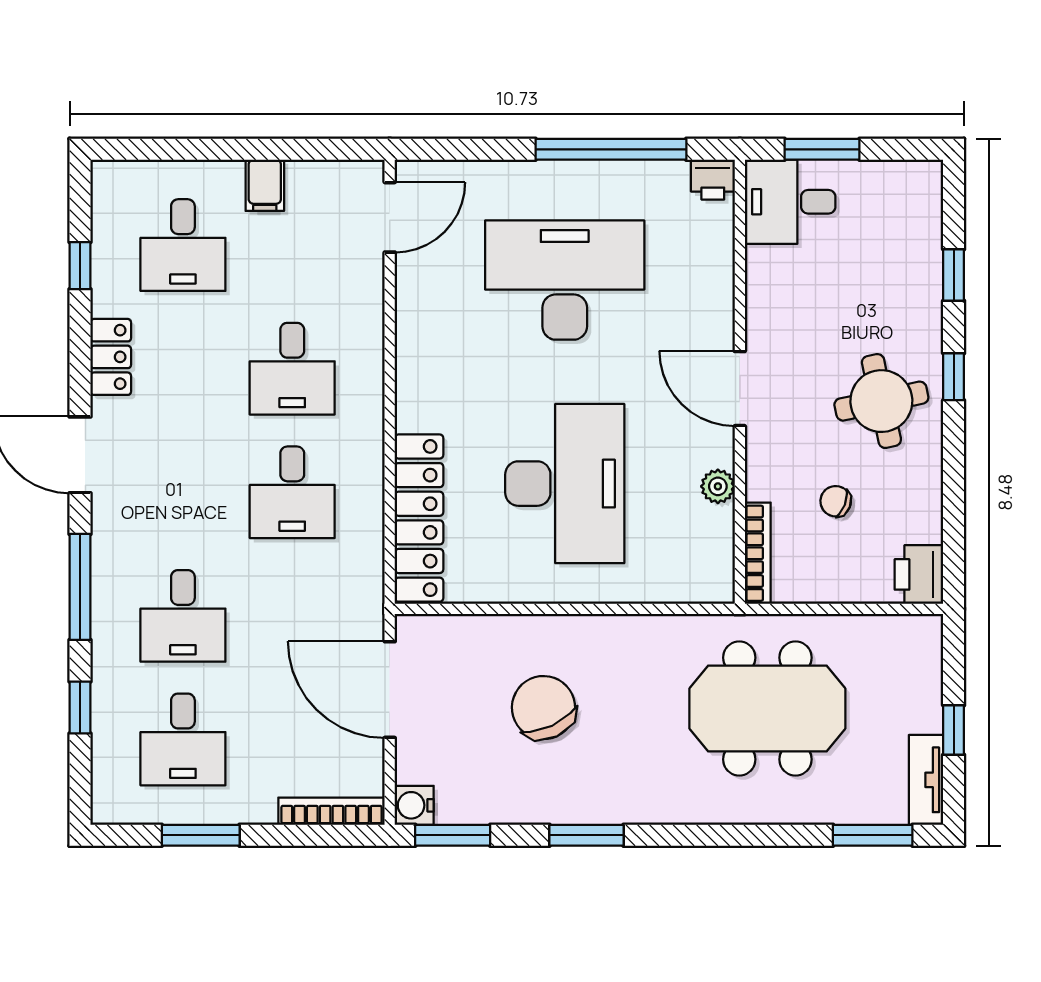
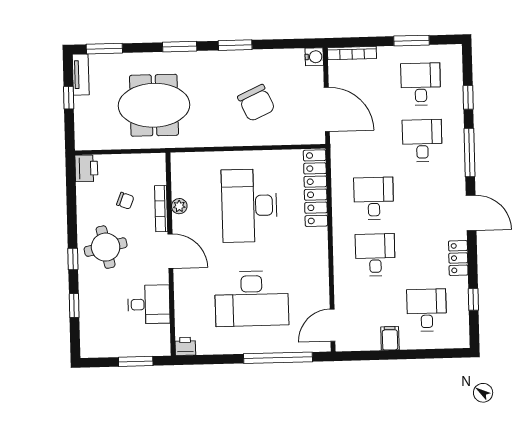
window: (611, 149) -> (278, 358), moved
desk: (790, 202) -> (149, 304), moved
bookcase: (758, 553) -> (161, 209), moved
window: (453, 835) -> (180, 47), moved

